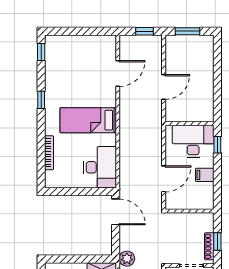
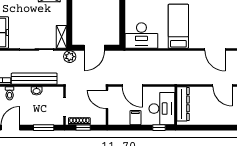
door: (164, 87) -> (222, 85), moved
dresser: (187, 114) -> (183, 104), added
door: (181, 211) -> (107, 99), added
door: (116, 212) -> (94, 48), moved

